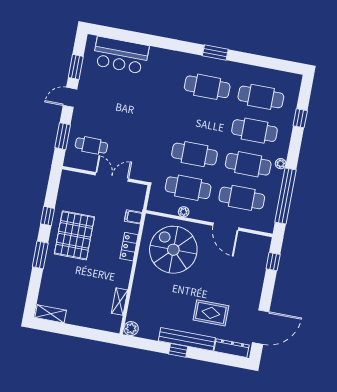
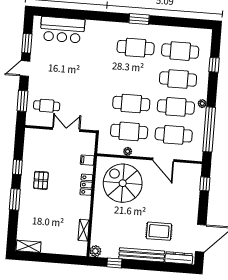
pallet: (74, 235) -> (41, 180), width x0.49, depth x0.50
window: (178, 350) -> (114, 263), moved

